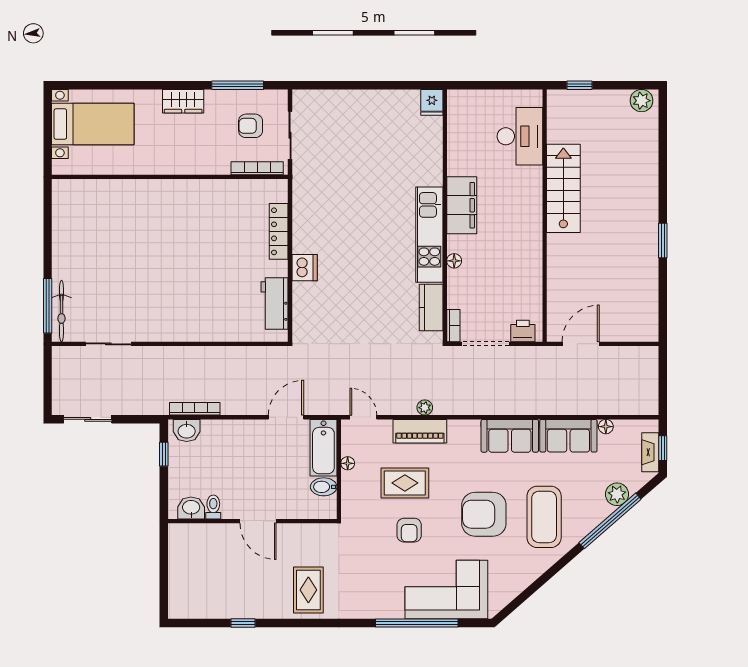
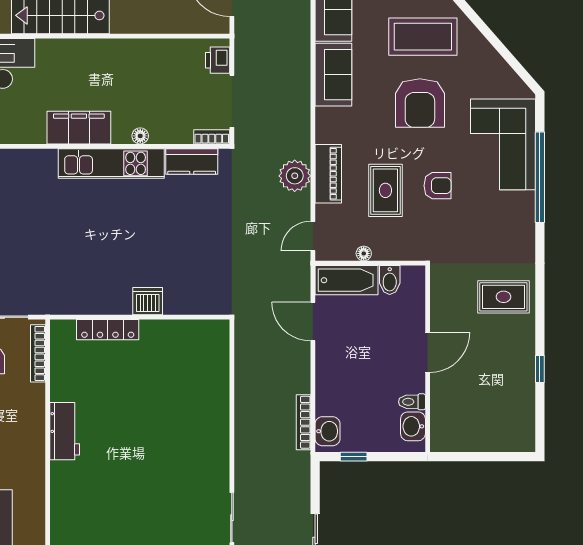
workbench: (275, 303) -> (65, 431), moved, turned -90
plant: (425, 408) -> (295, 176), width x1.88, depth x1.88

